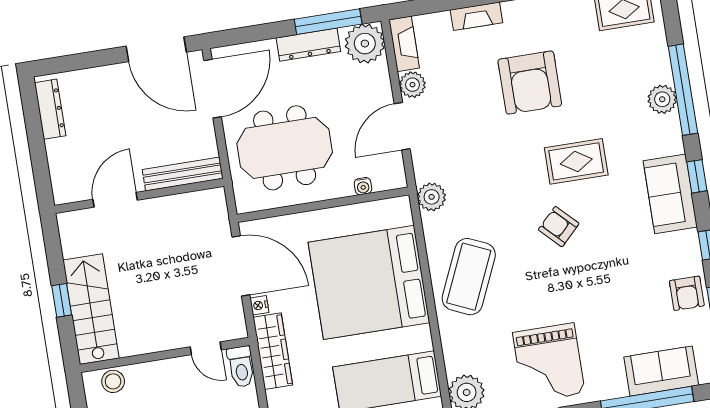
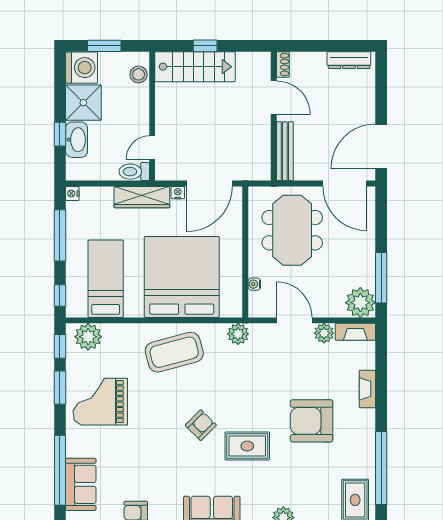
dresser: (308, 45) -> (366, 260), removed
rug: (576, 161) -> (247, 446), turned 90
shoe rack: (70, 195) -> (283, 64), added
coffee table: (469, 277) -> (174, 352), turned -39

